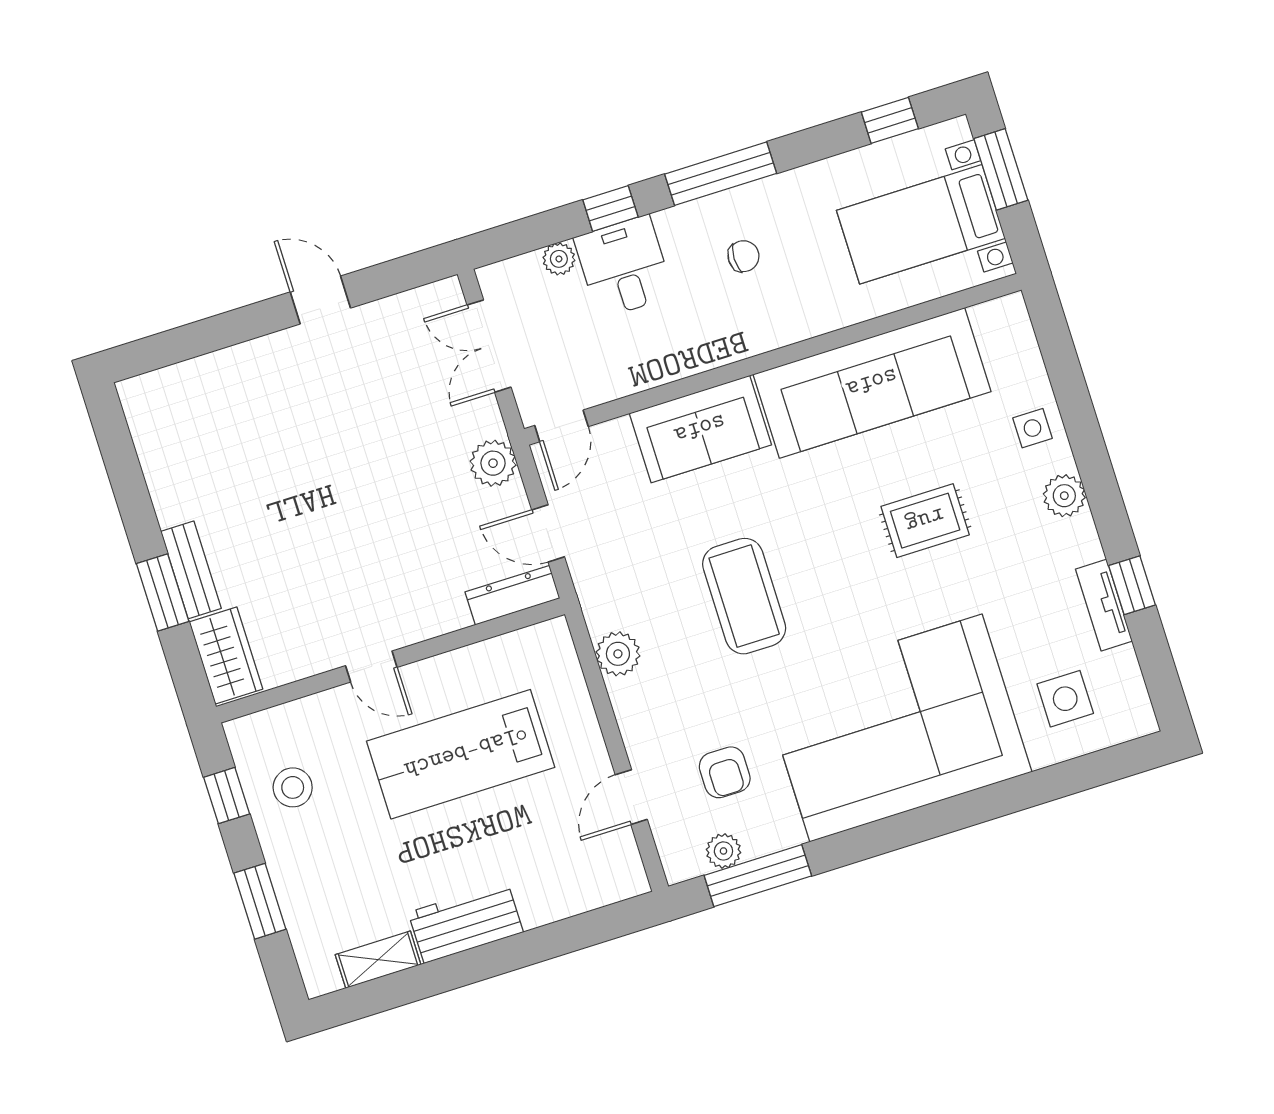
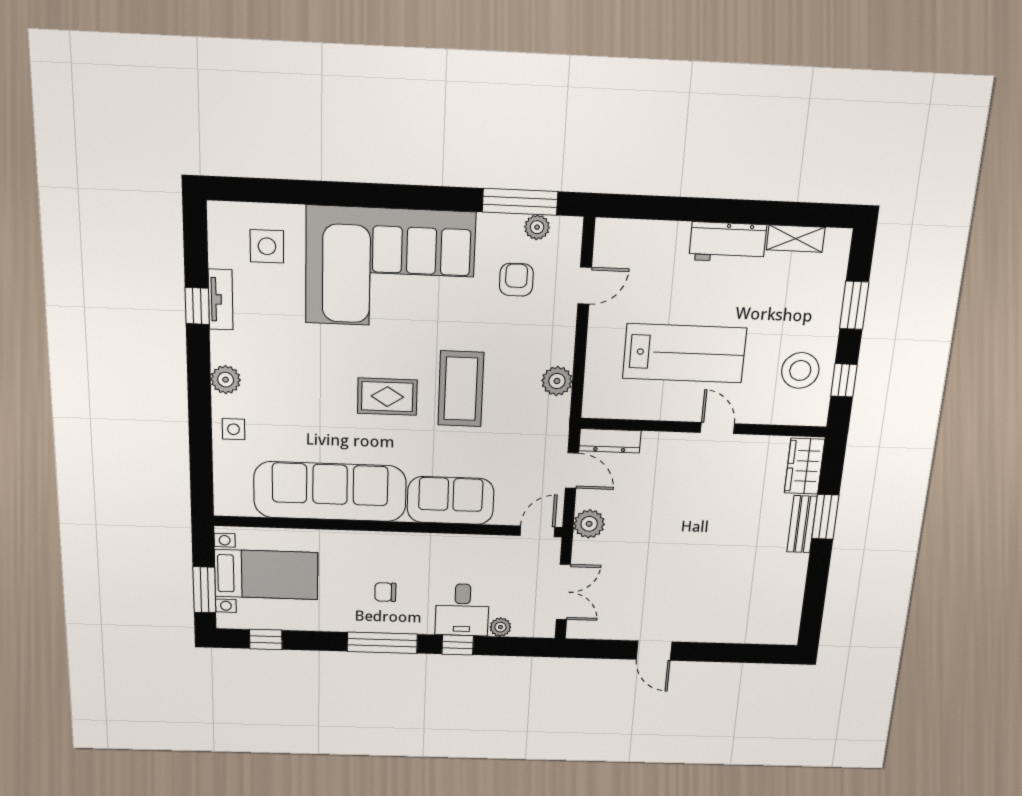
rug: (925, 521) -> (387, 397), moved
stool: (293, 787) -> (800, 370), width x1.38, depth x1.38

